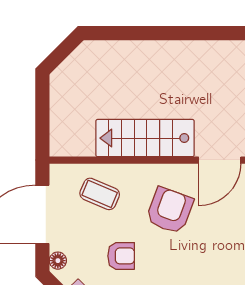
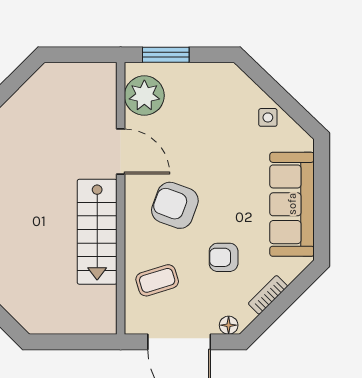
coffee table: (100, 194) -> (157, 280), turned 50
armchair: (121, 256) -> (224, 257), turned -90

